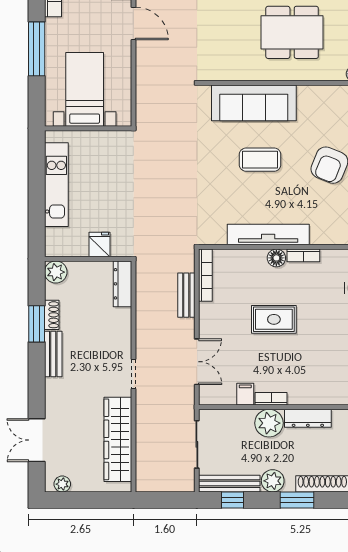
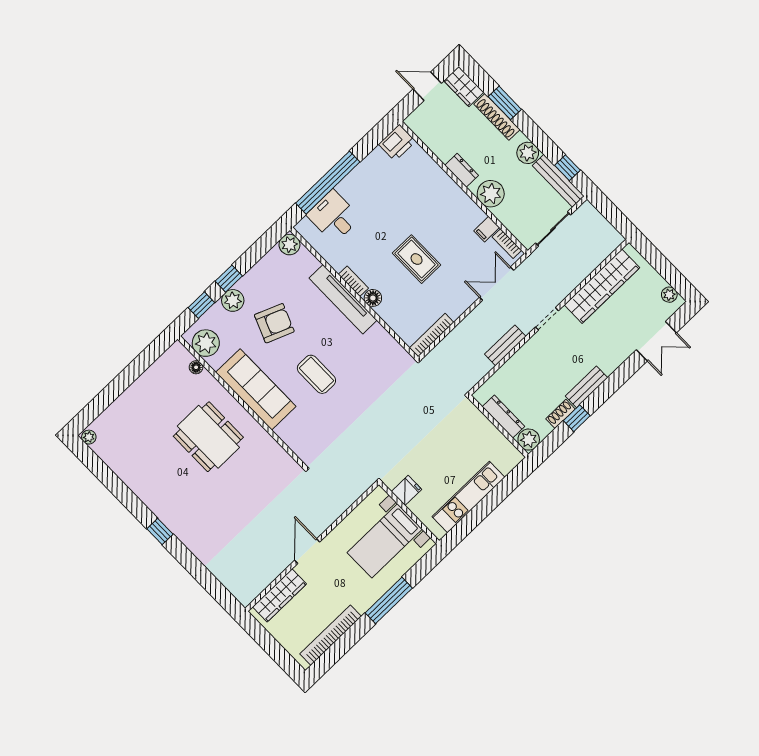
sofa: (254, 103) -> (256, 389), moved
tv unit: (268, 235) -> (343, 299), moved
fridge: (100, 245) -> (406, 490), moved, turned 180
dresser: (123, 284) -> (503, 416), moved, turned -90
bench: (186, 295) -> (505, 345), moved
window: (37, 324) -> (577, 418), width x0.67
bookcase: (271, 399) -> (507, 244), moved
dresser: (308, 418) -> (462, 170), width x0.70
window: (297, 500) -> (505, 103), moved

